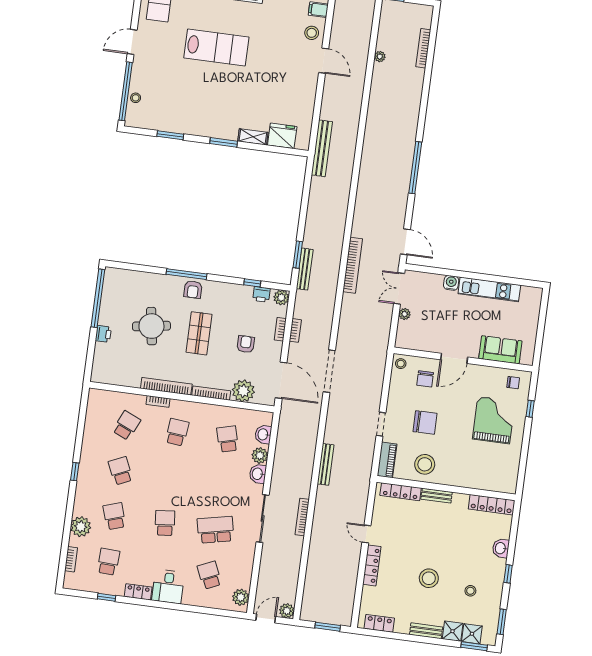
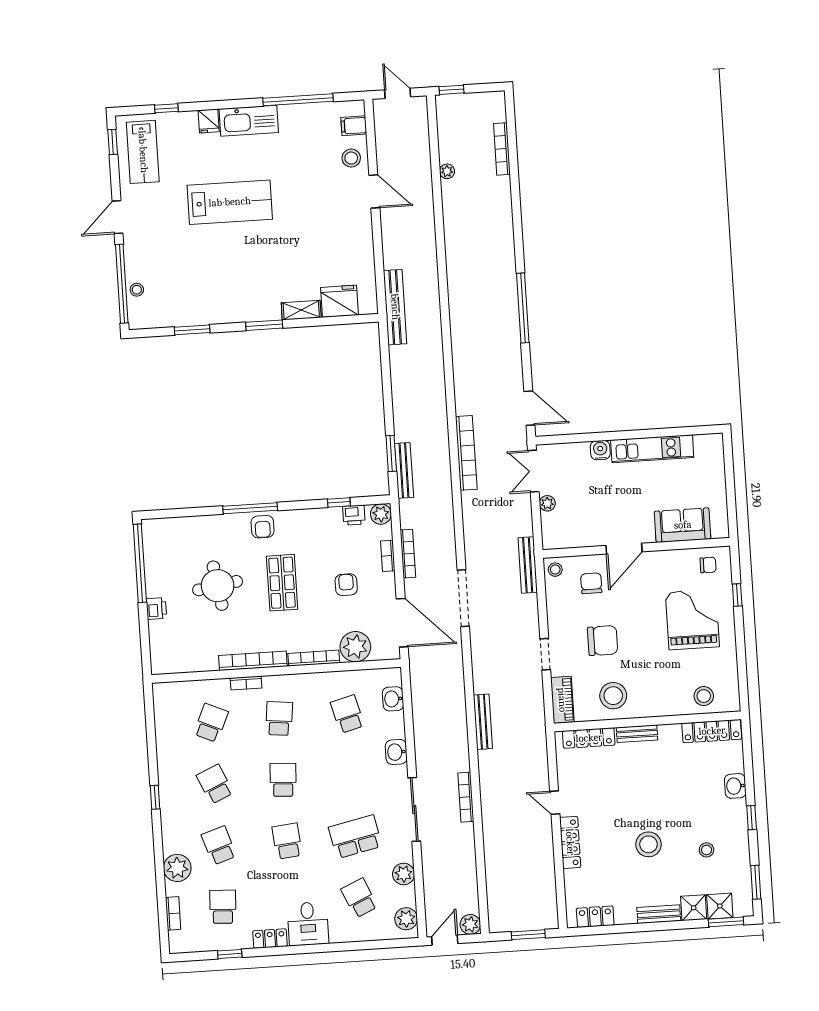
bookcase: (295, 330) -> (408, 554), width x1.56
bench: (381, 356) -> (528, 565), added
chair: (425, 379) -> (591, 583), turned 180
plant: (260, 455) -> (404, 874), moved
school desk: (171, 478) -> (283, 780), added
stool: (491, 478) -> (704, 696), added

